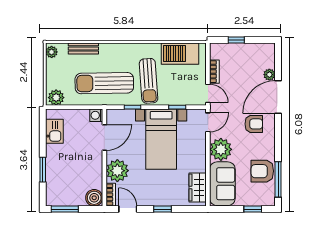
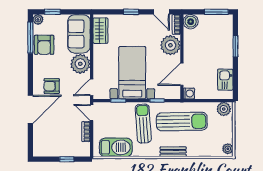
bench: (83, 48) -> (173, 152), moved
plant: (269, 75) -> (38, 19), moved
armchair: (262, 171) -> (44, 45), turned 90

